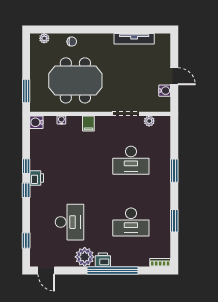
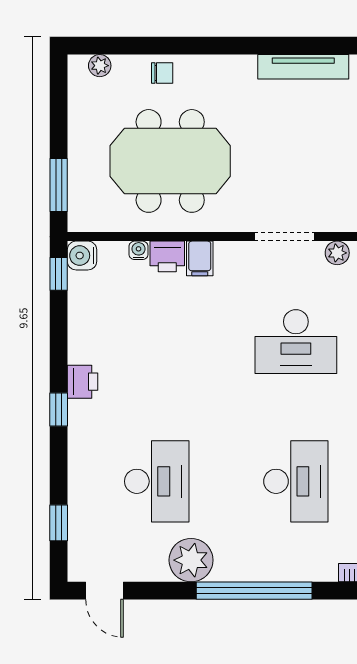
window: (26, 166) -> (59, 274), moved
desk: (131, 222) -> (296, 481), turned -90
printer: (103, 260) -> (167, 256), moved, turned 180

